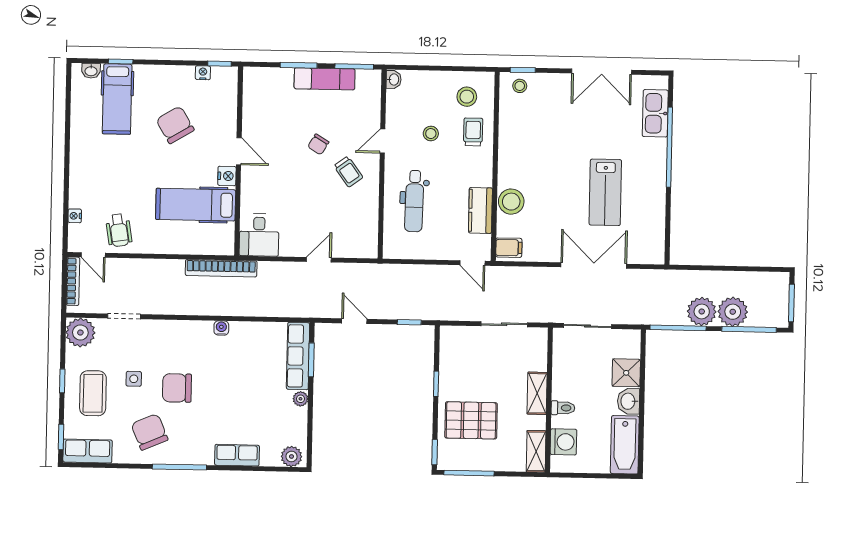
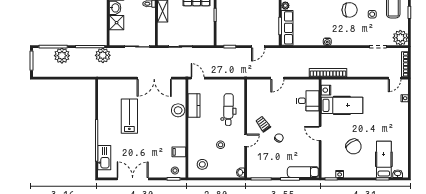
exam couch: (325, 79) -> (303, 172), moved
trolley: (473, 132) -> (199, 146), removed
nightstand: (227, 176) -> (326, 90), moved
wheelchair: (119, 230) -> (382, 91), removed
desk: (259, 235) -> (308, 101), moved, turned 90
filing cabinet: (509, 248) -> (179, 152), moved
door: (93, 255) -> (395, 78), swing flipped
double door: (594, 265) -> (154, 78), moved
plant: (702, 311) -> (103, 55), moved
door: (354, 321) -> (258, 47), hinge flipped

